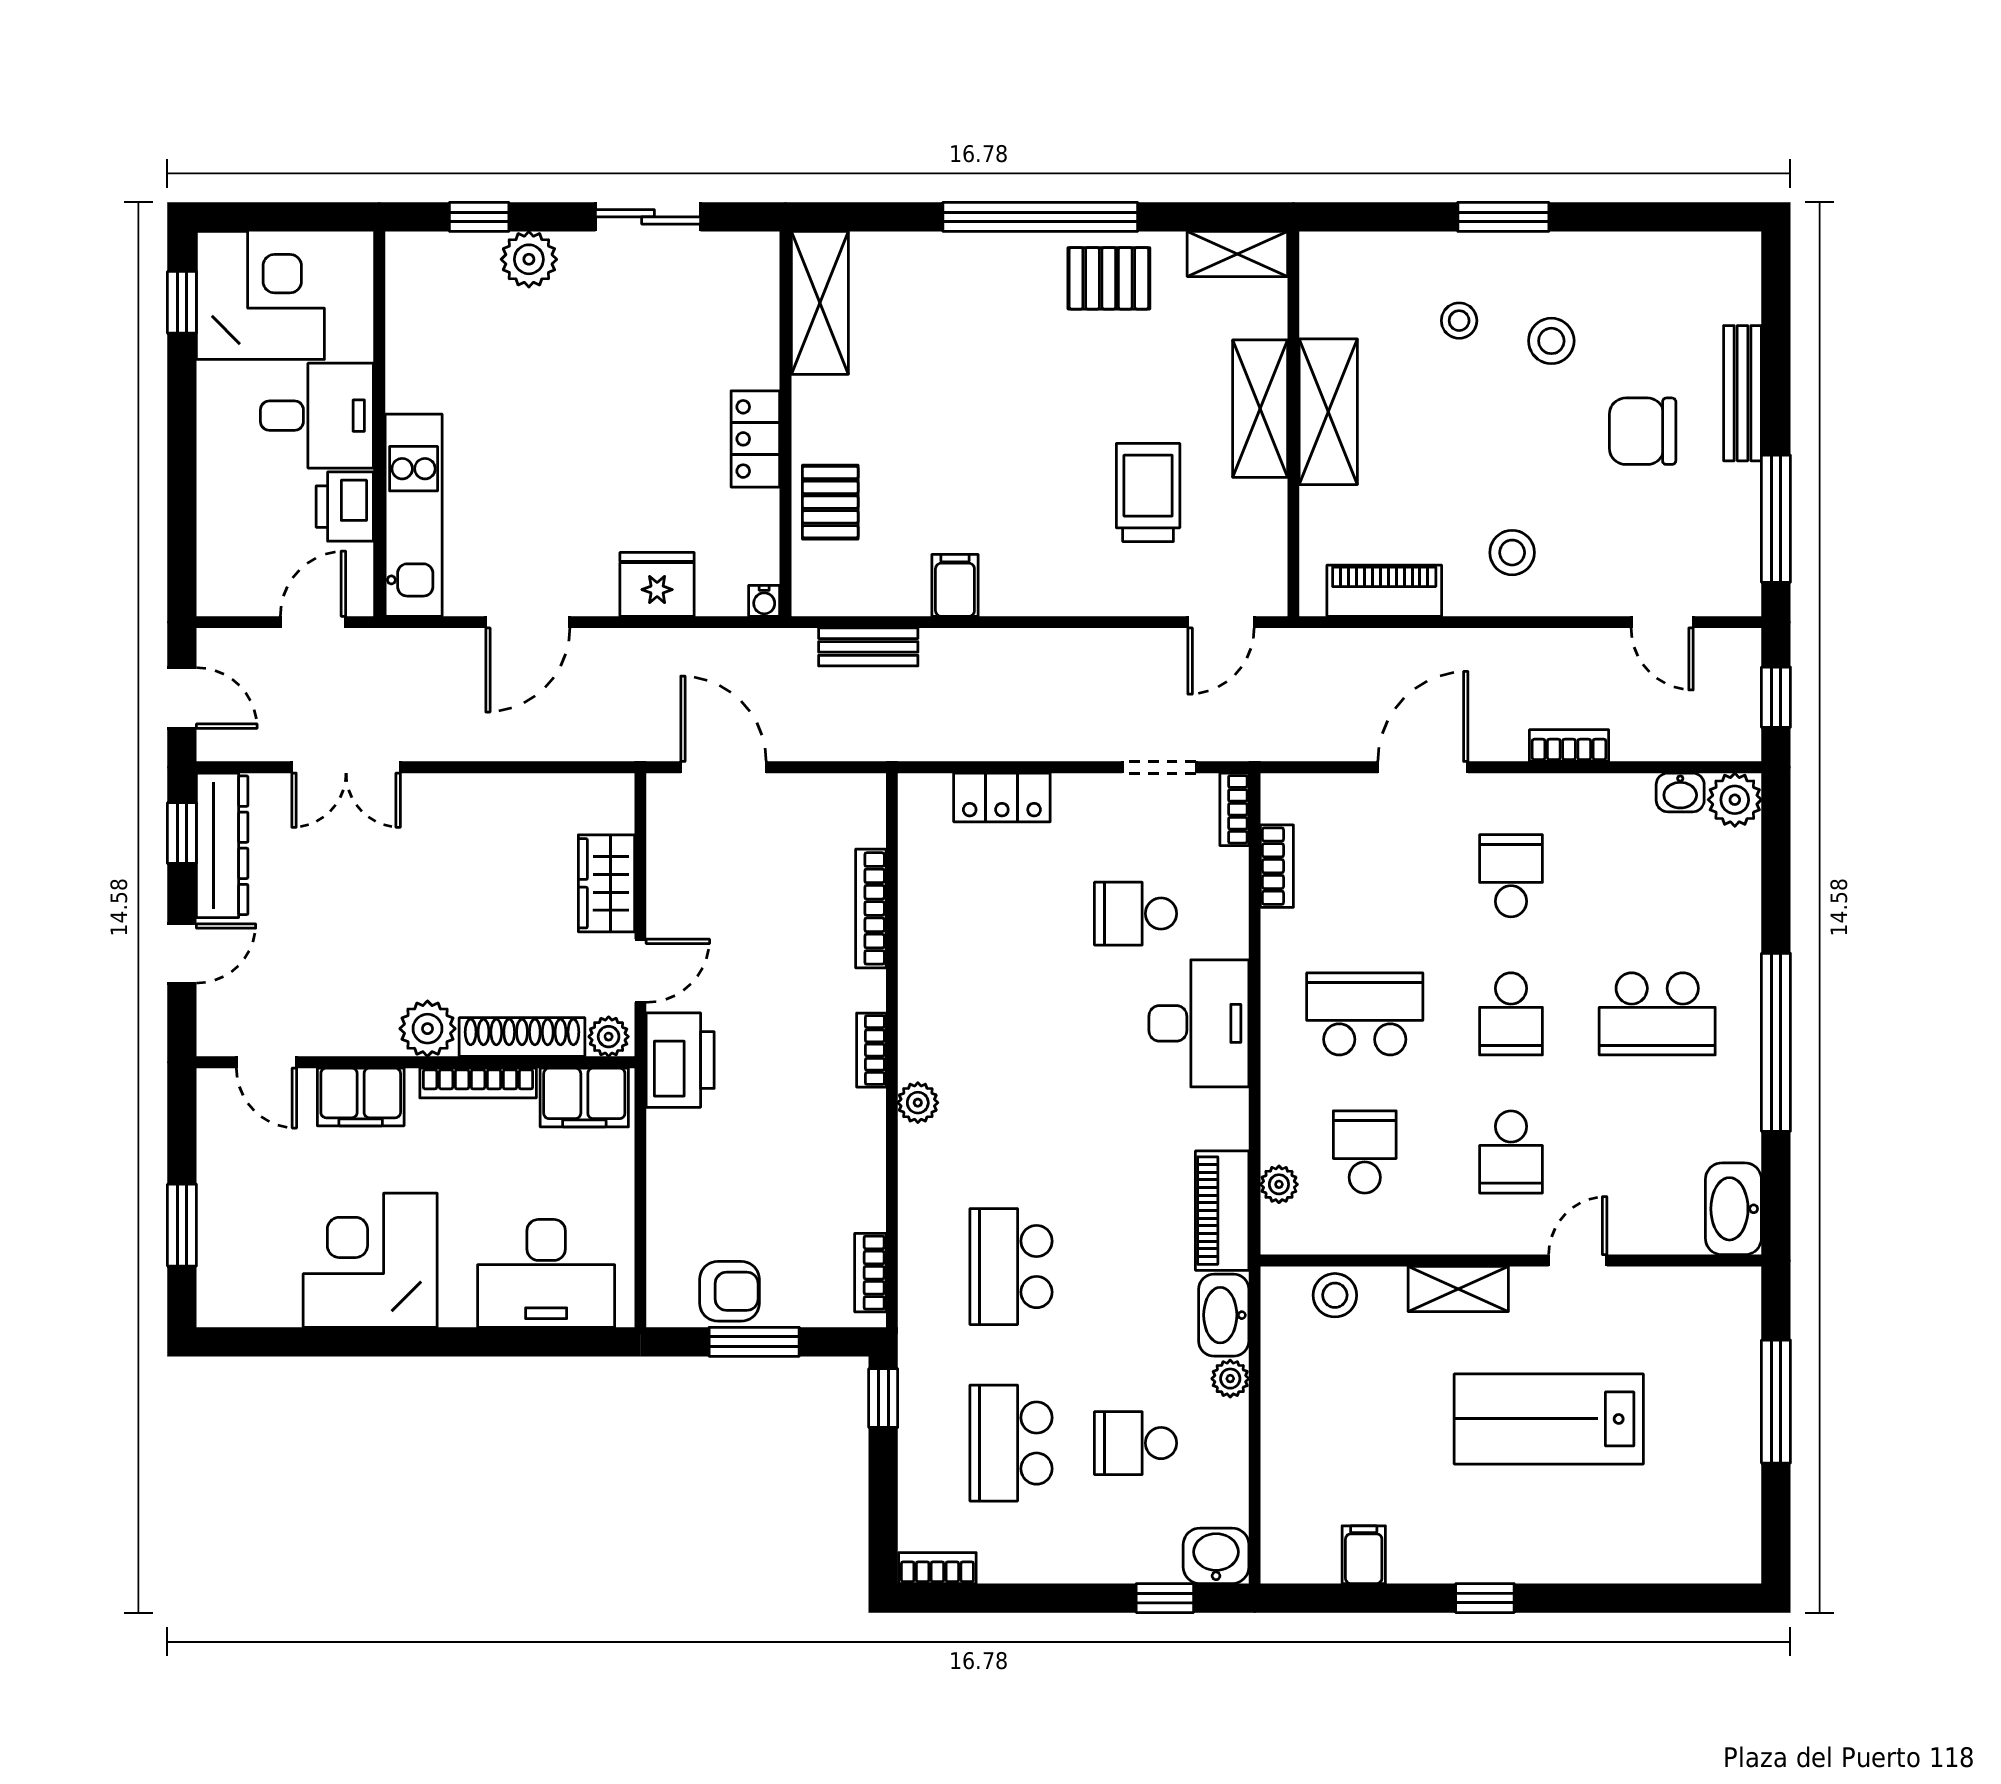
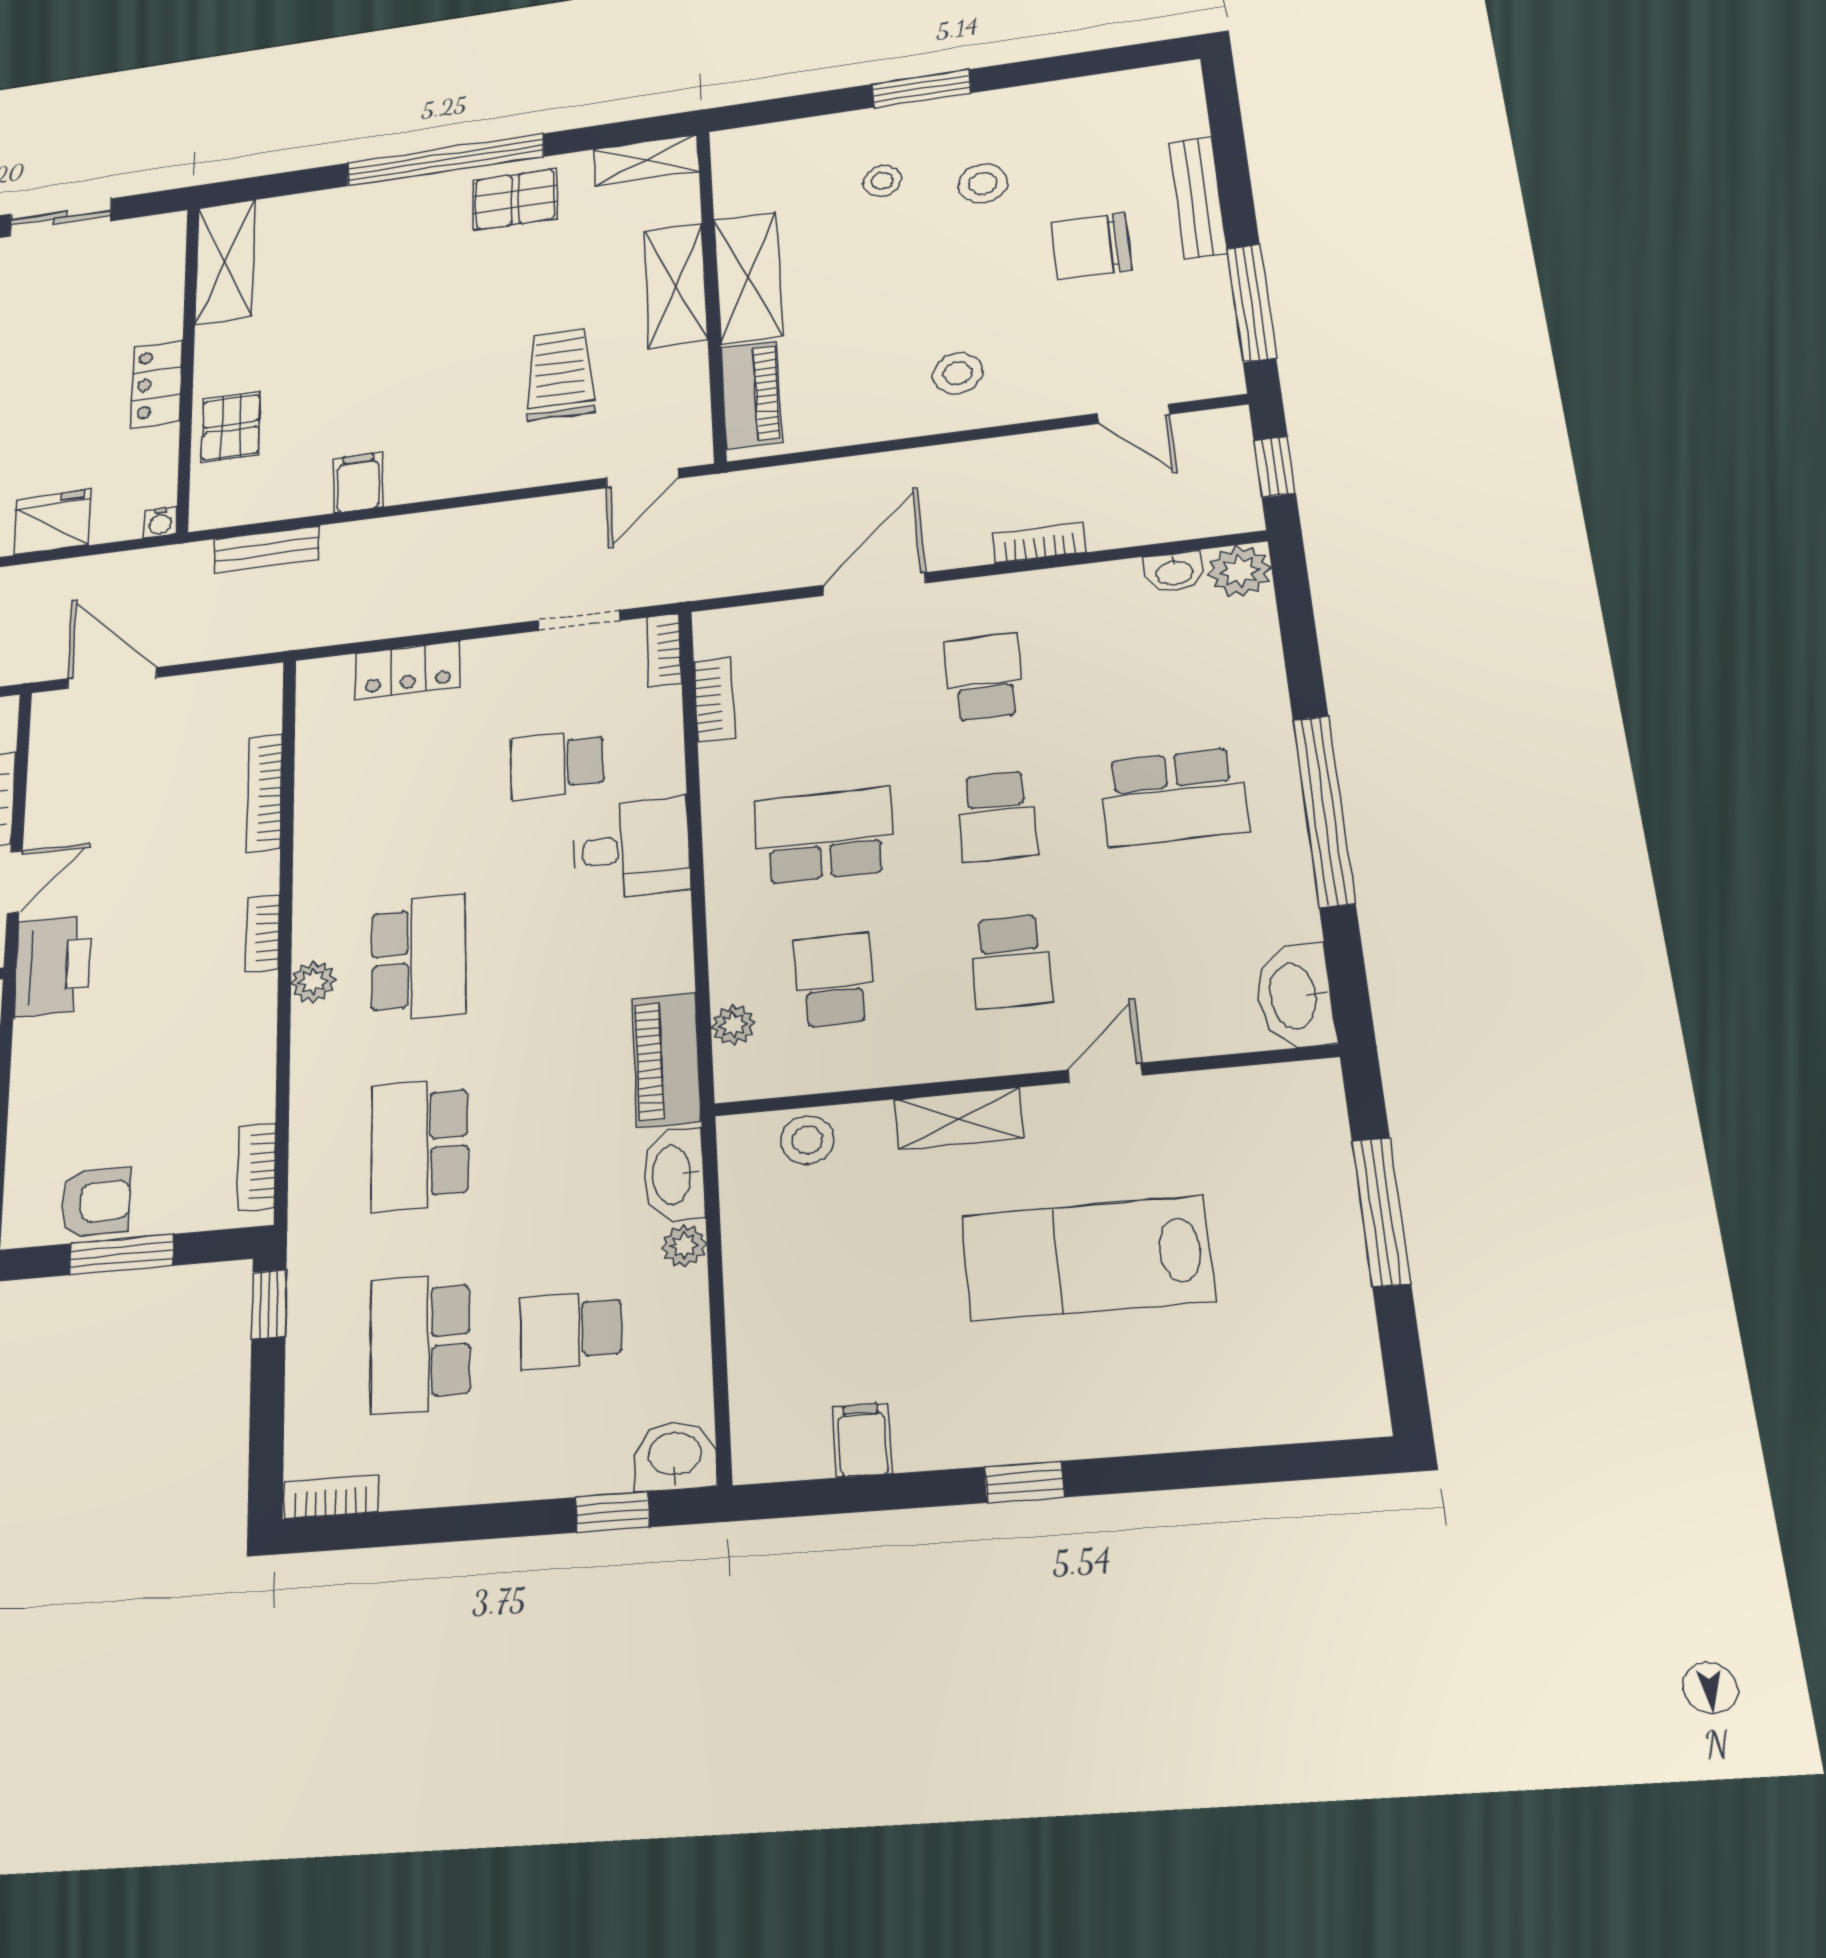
piano: (1384, 591) -> (751, 395), moved, turned 90
desk: (1199, 1023) -> (631, 849), width x0.73
school desk: (1011, 1090) -> (419, 957), added

